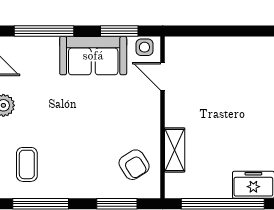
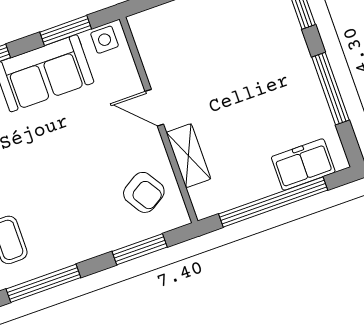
door: (163, 76) -> (154, 108), moved

